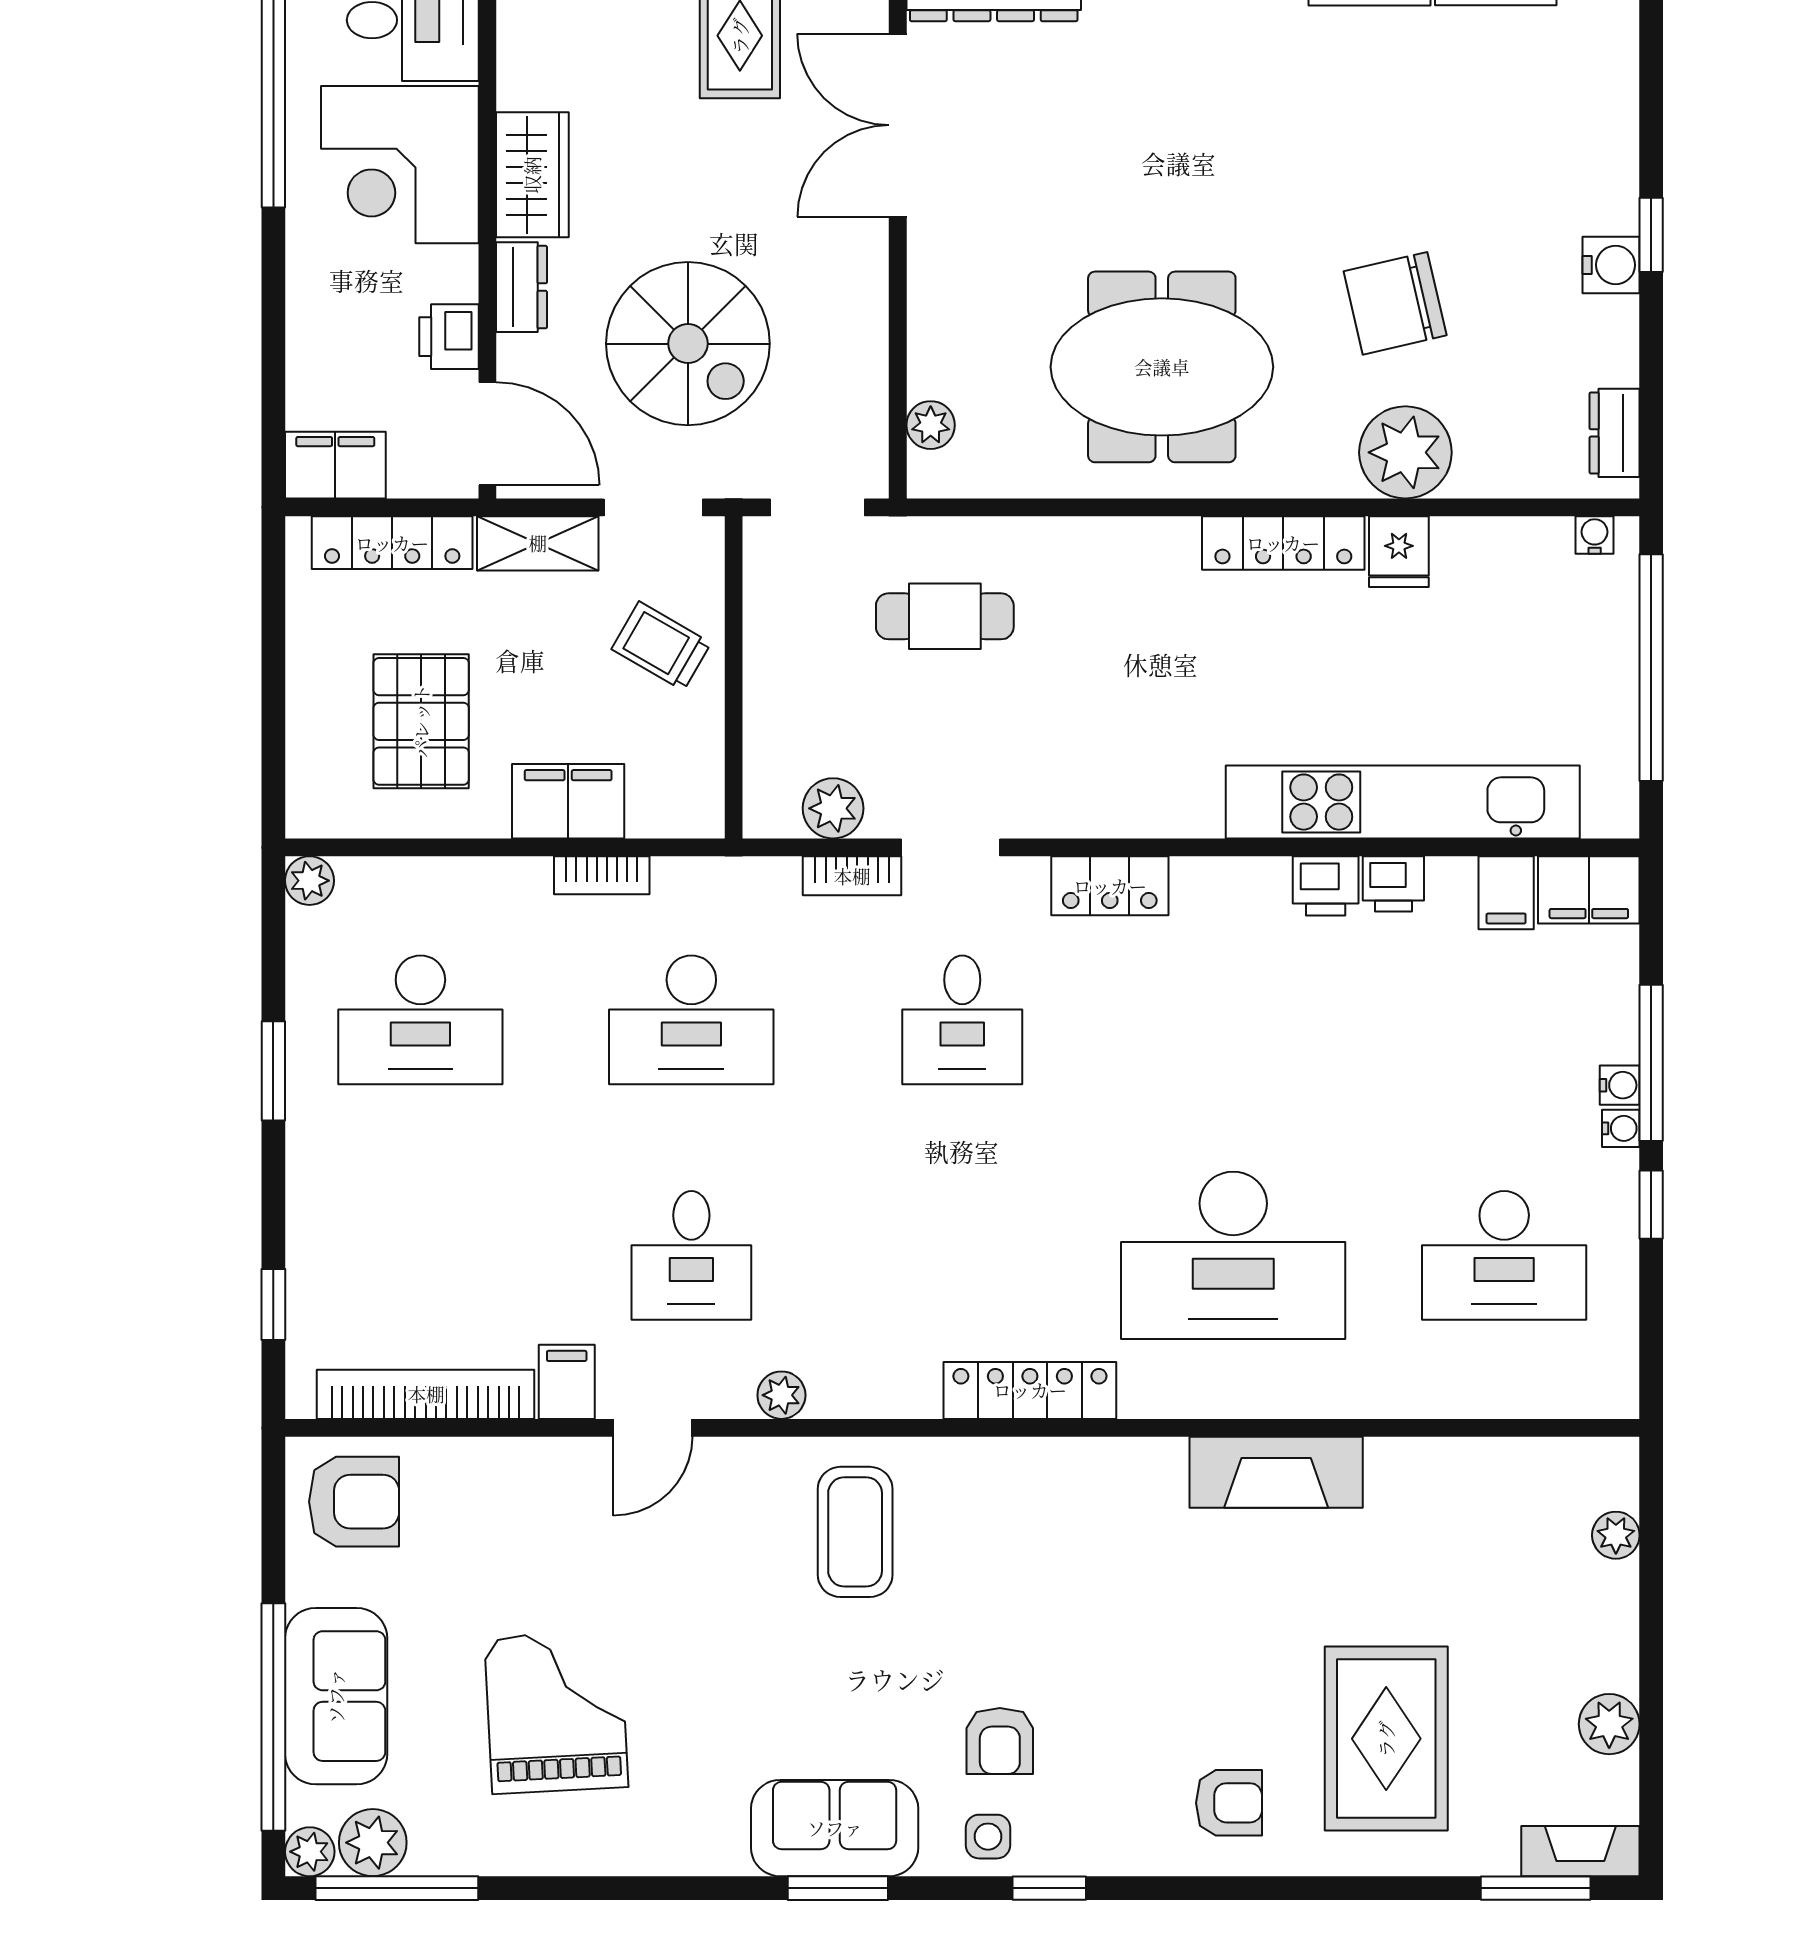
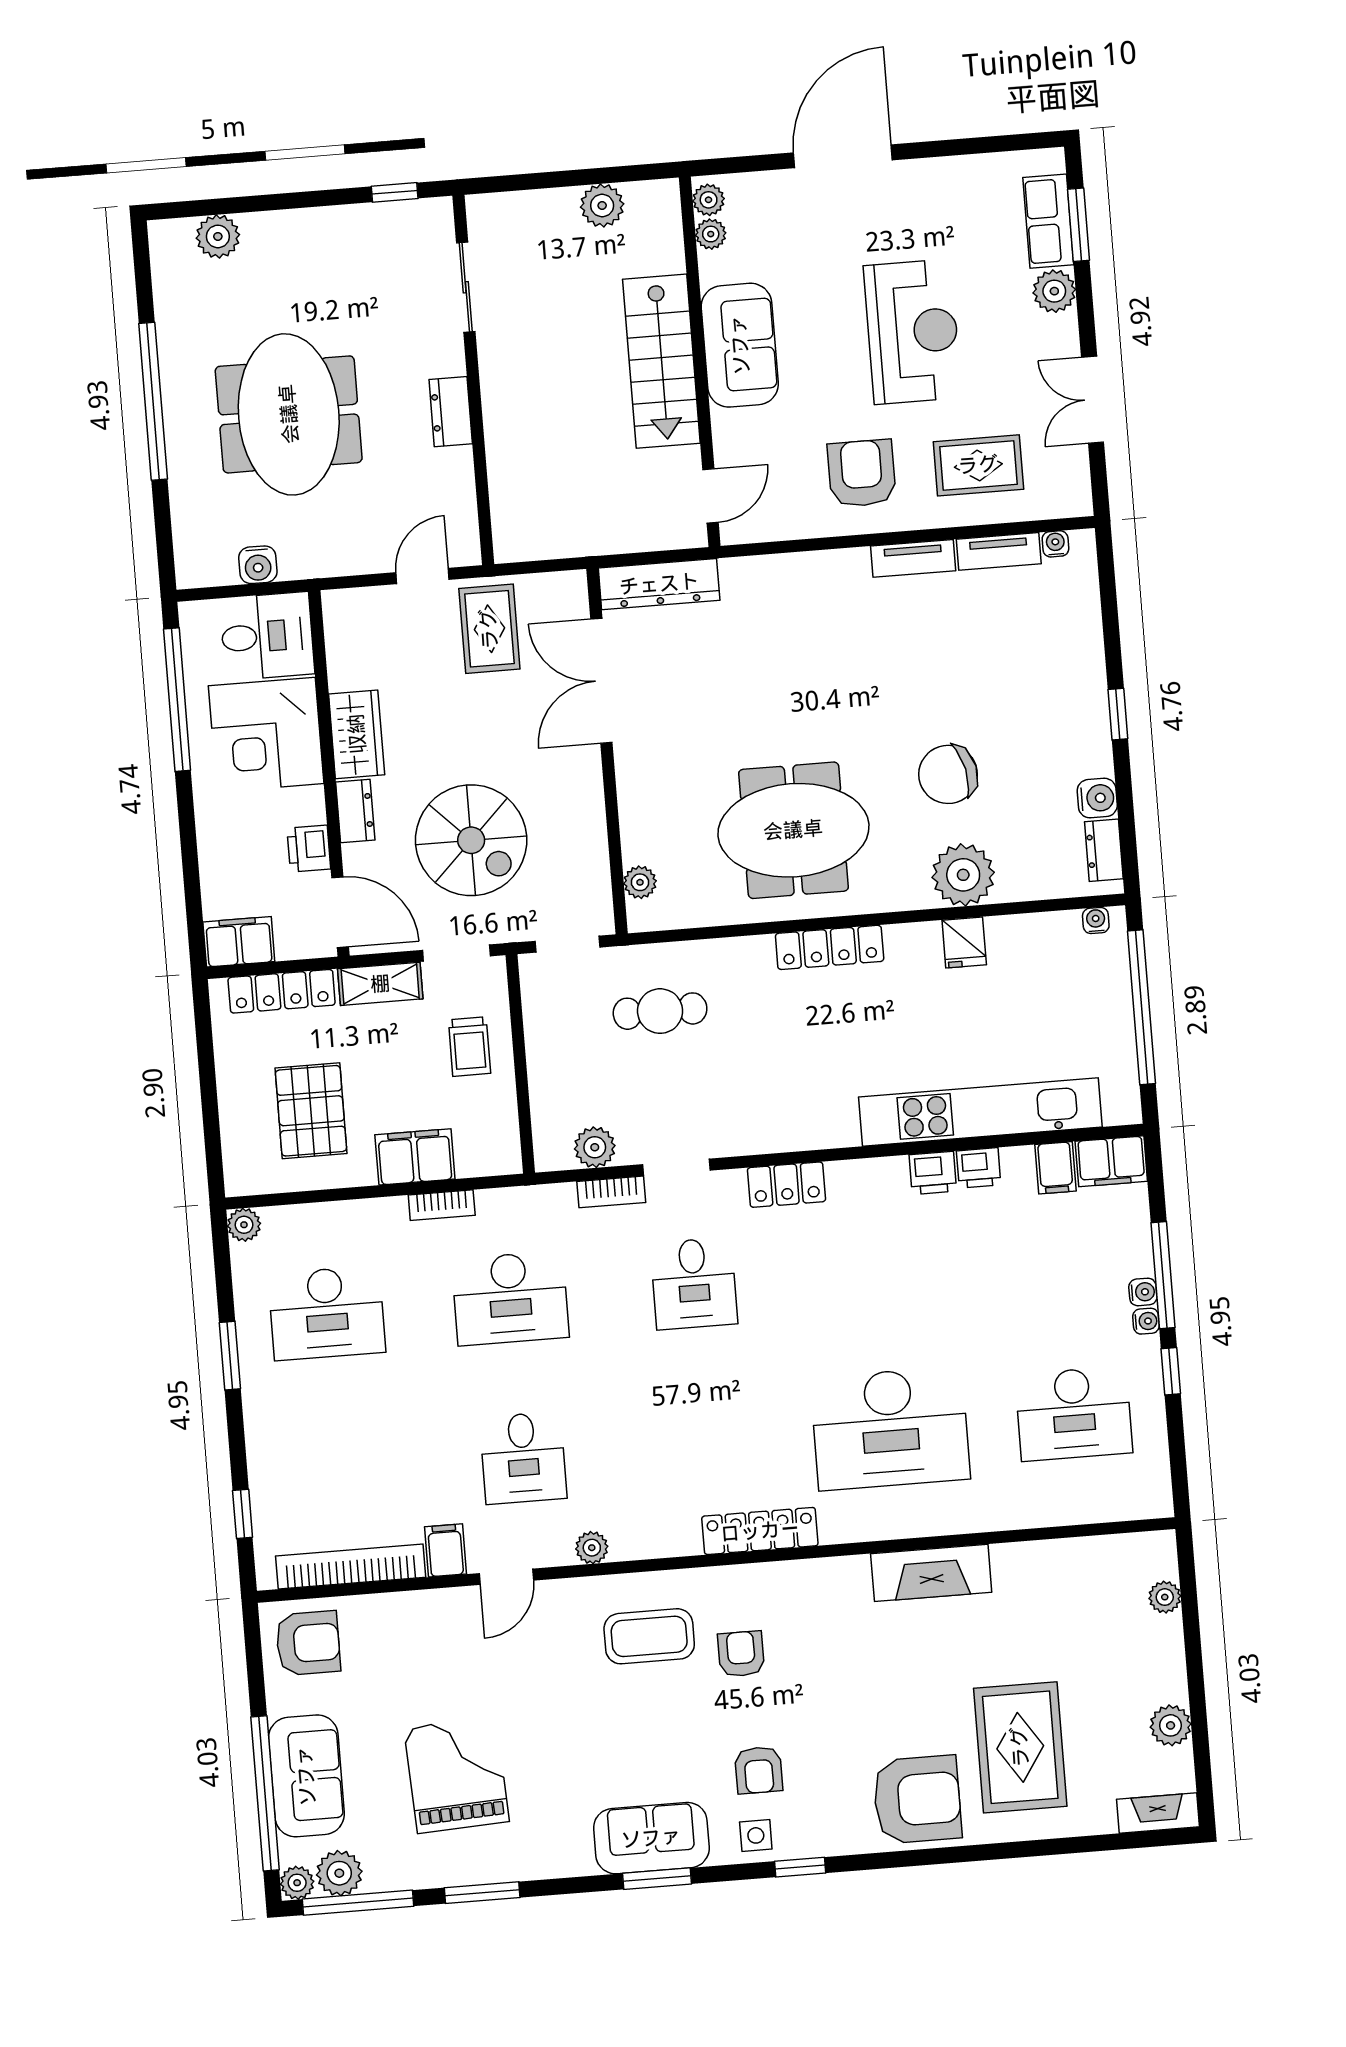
water cooler: (1611, 265) -> (1097, 798), moved
locker: (1283, 543) -> (830, 947), moved
trolley: (661, 646) -> (469, 1047), turned -120
coffee table: (855, 1532) -> (649, 1636), turned 90
armchair: (988, 1569) -> (741, 1654), added
armchair: (1229, 1803) -> (917, 1799), width x1.88, depth x1.88
window: (1536, 1888) -> (482, 1893), moved

